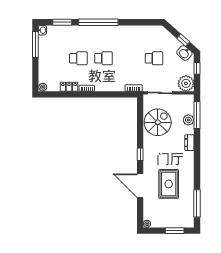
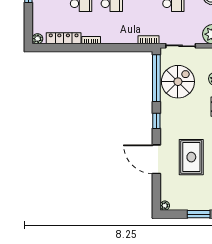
locker: (69, 87) -> (64, 38), width x1.53
window: (140, 119) -> (156, 78), added

